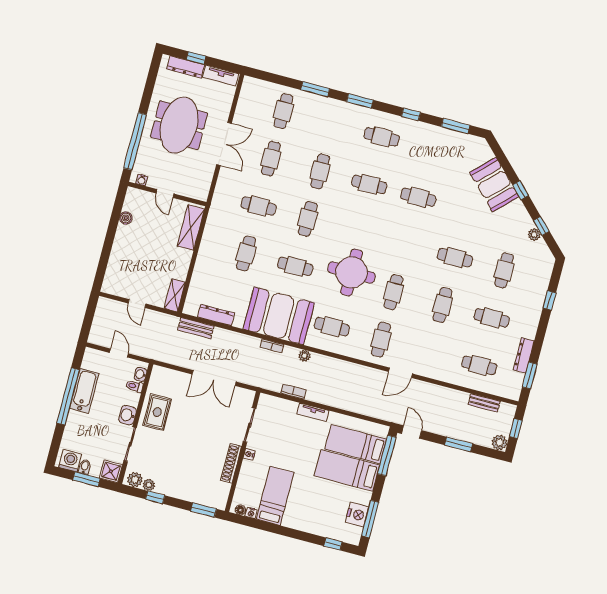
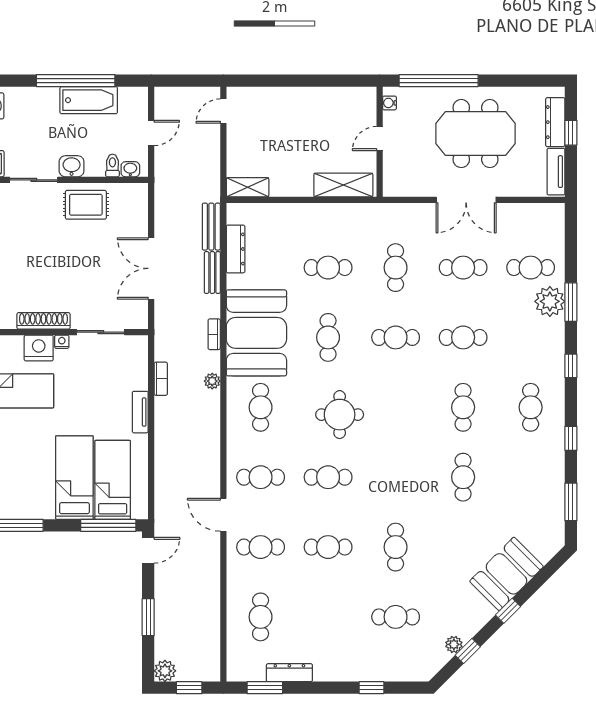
window: (360, 101) -> (571, 366), width x0.67
plant: (311, 104) -> (550, 301), added
boiler: (126, 218) -> (333, 95), removed
round table: (352, 272) -> (340, 415), width x0.73, depth x0.73
door: (137, 304) -> (223, 111), moved
cafe table: (492, 318) -> (261, 547), moved, turned 90
bench: (484, 403) -> (212, 273), moved
nightstand: (357, 515) -> (39, 348), moved, turned 180

